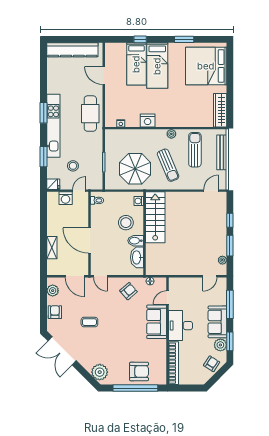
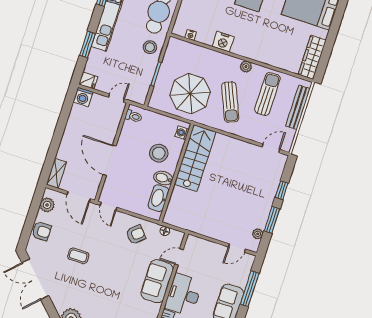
stool: (73, 166) -> (150, 47), moved
washing machine: (66, 198) -> (83, 97), moved
shelving: (52, 248) -> (56, 173), moved
armchair: (55, 312) -> (42, 231), turned 90

